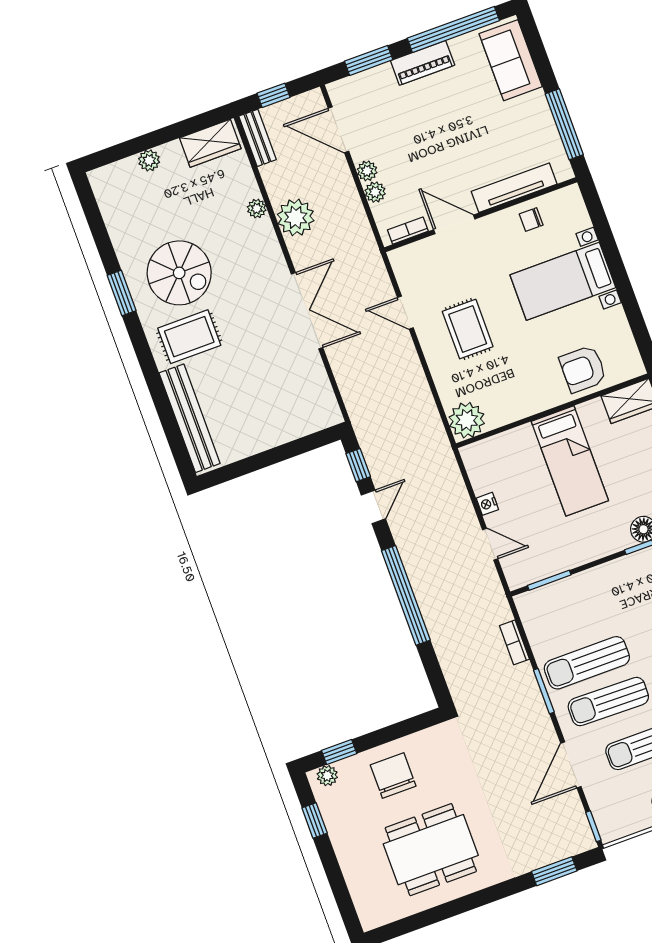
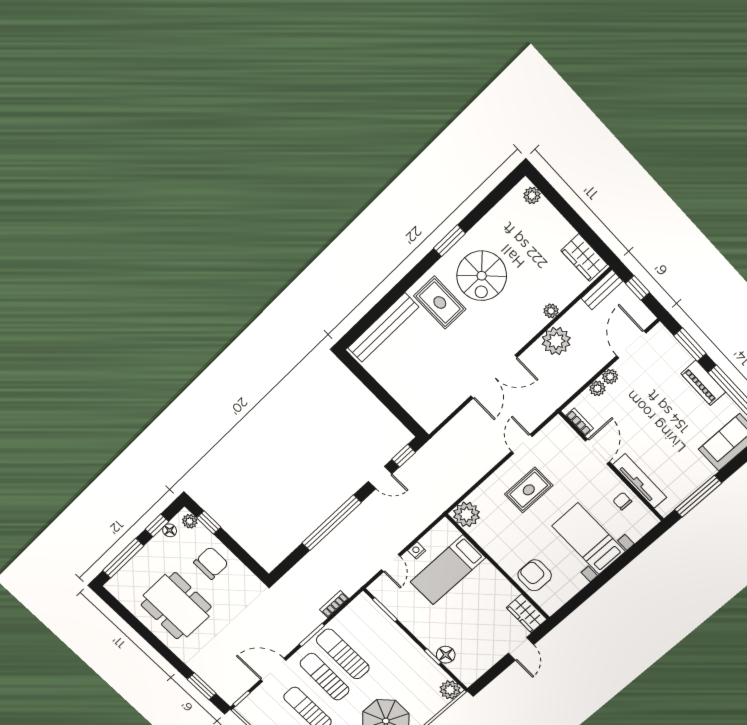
plant: (149, 160) -> (532, 195), moved
bed: (570, 461) -> (448, 570), moved
floor lamp: (328, 807) -> (170, 530), added
window: (339, 887) -> (123, 558), added

